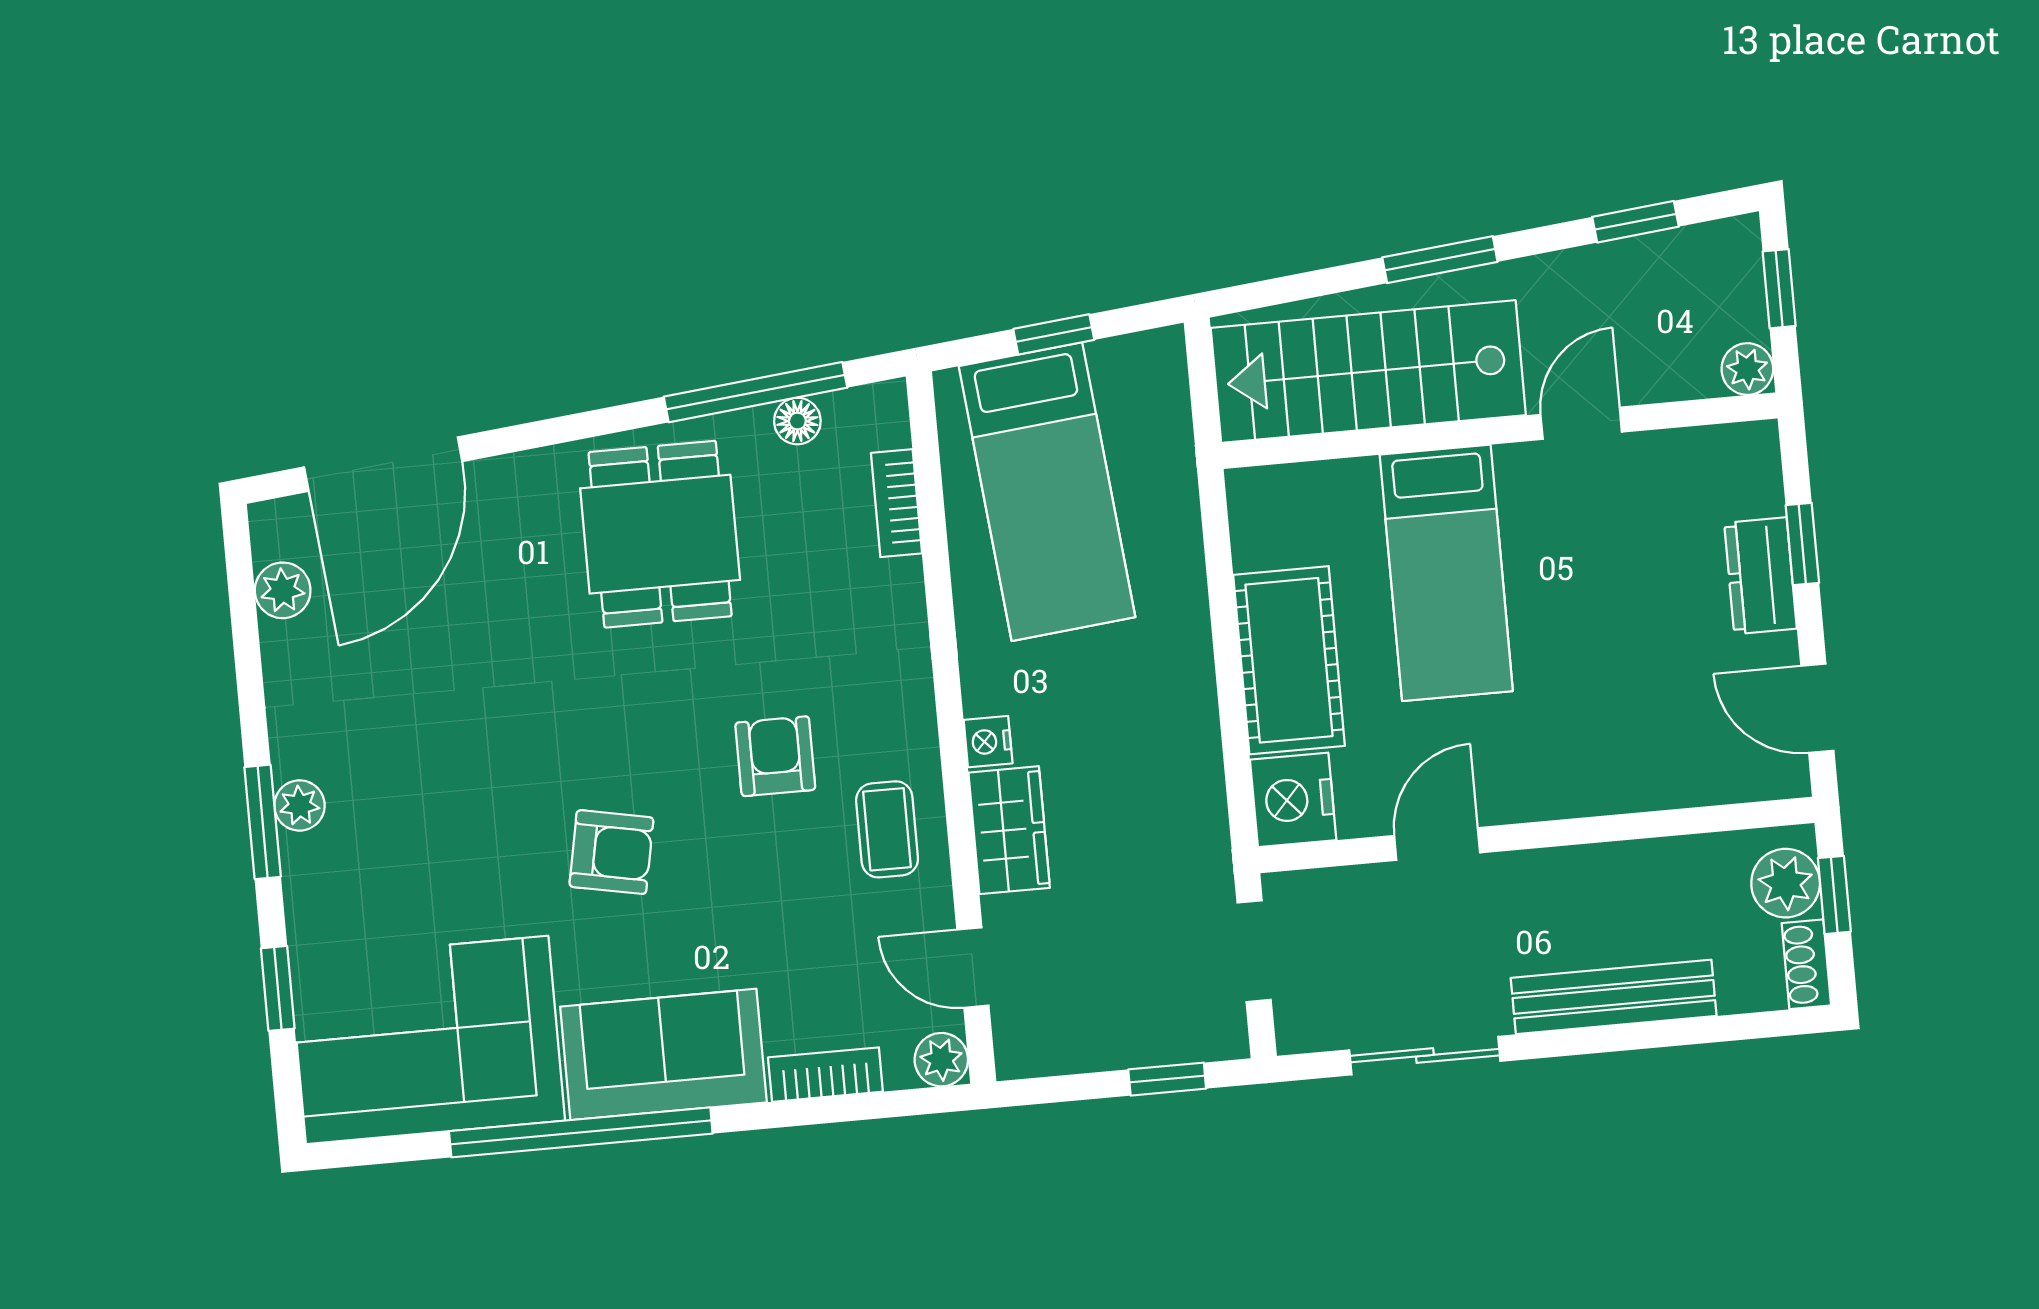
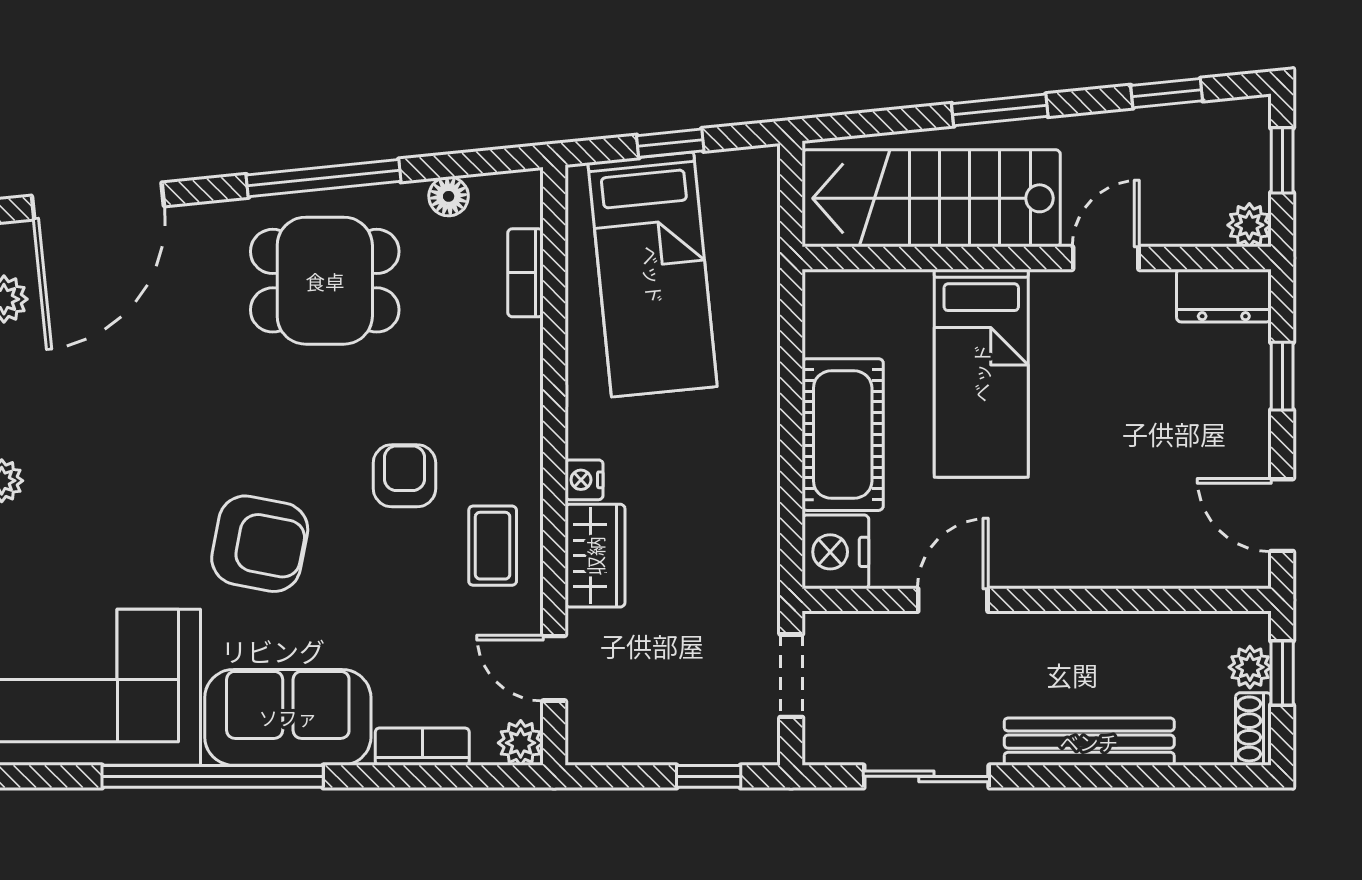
window: (755, 392) -> (324, 178), moved
dining table: (660, 534) -> (325, 281), turned 90
dresser: (1760, 576) -> (1224, 296), moved, turned -90
armchair: (611, 852) -> (260, 544), width x1.38, depth x1.38
plant: (1786, 883) -> (1250, 667), width x0.73, depth x0.73

